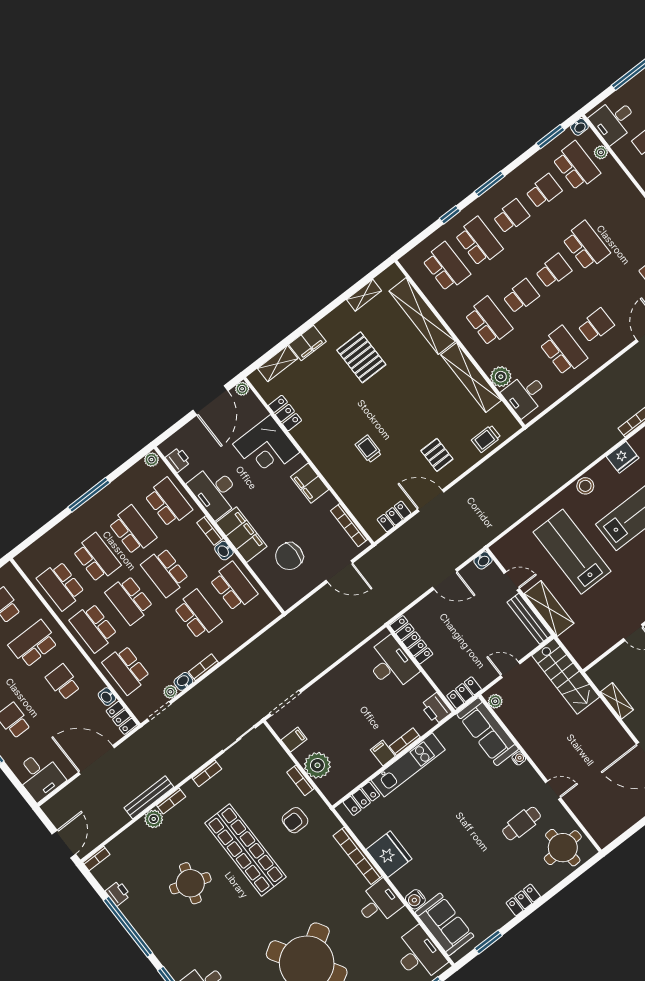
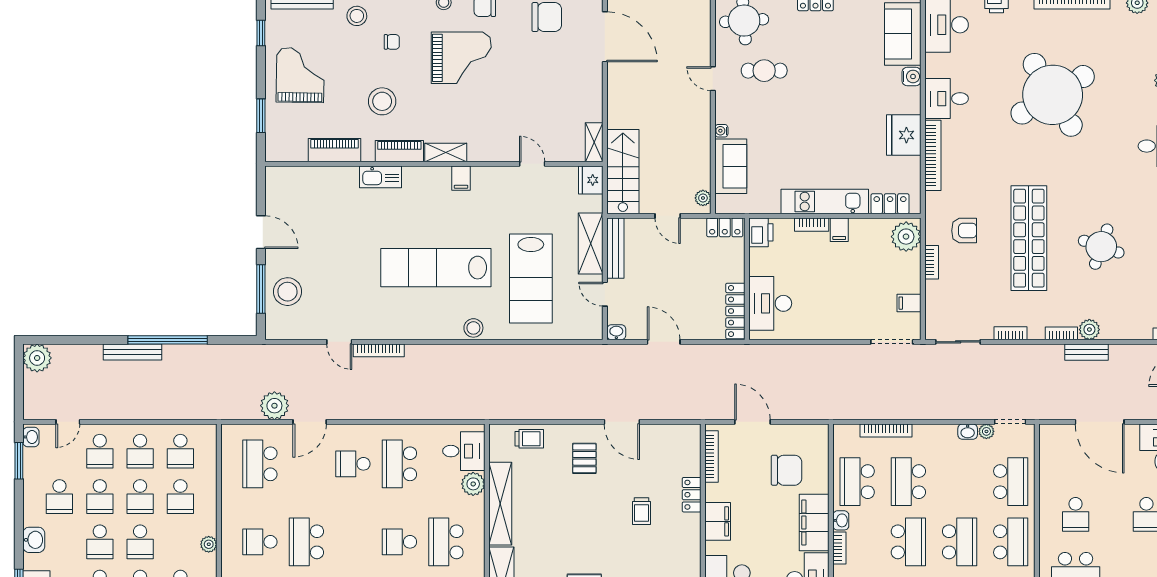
school desk: (554, 271) -> (260, 542), moved
fridge: (623, 457) -> (591, 180), moved, turned -90
locker: (394, 516) -> (692, 495), moved, turned 90
bookcase: (203, 667) -> (886, 430), moved, width x1.56
washbasin: (107, 697) -> (1046, 471), removed
shelving: (617, 701) -> (594, 142), moved
locker: (121, 718) -> (1048, 442), removed
sofa: (488, 732) -> (731, 166), width x0.73
plant: (317, 765) -> (906, 237), moved
bench: (149, 797) -> (1087, 352), width x0.73

